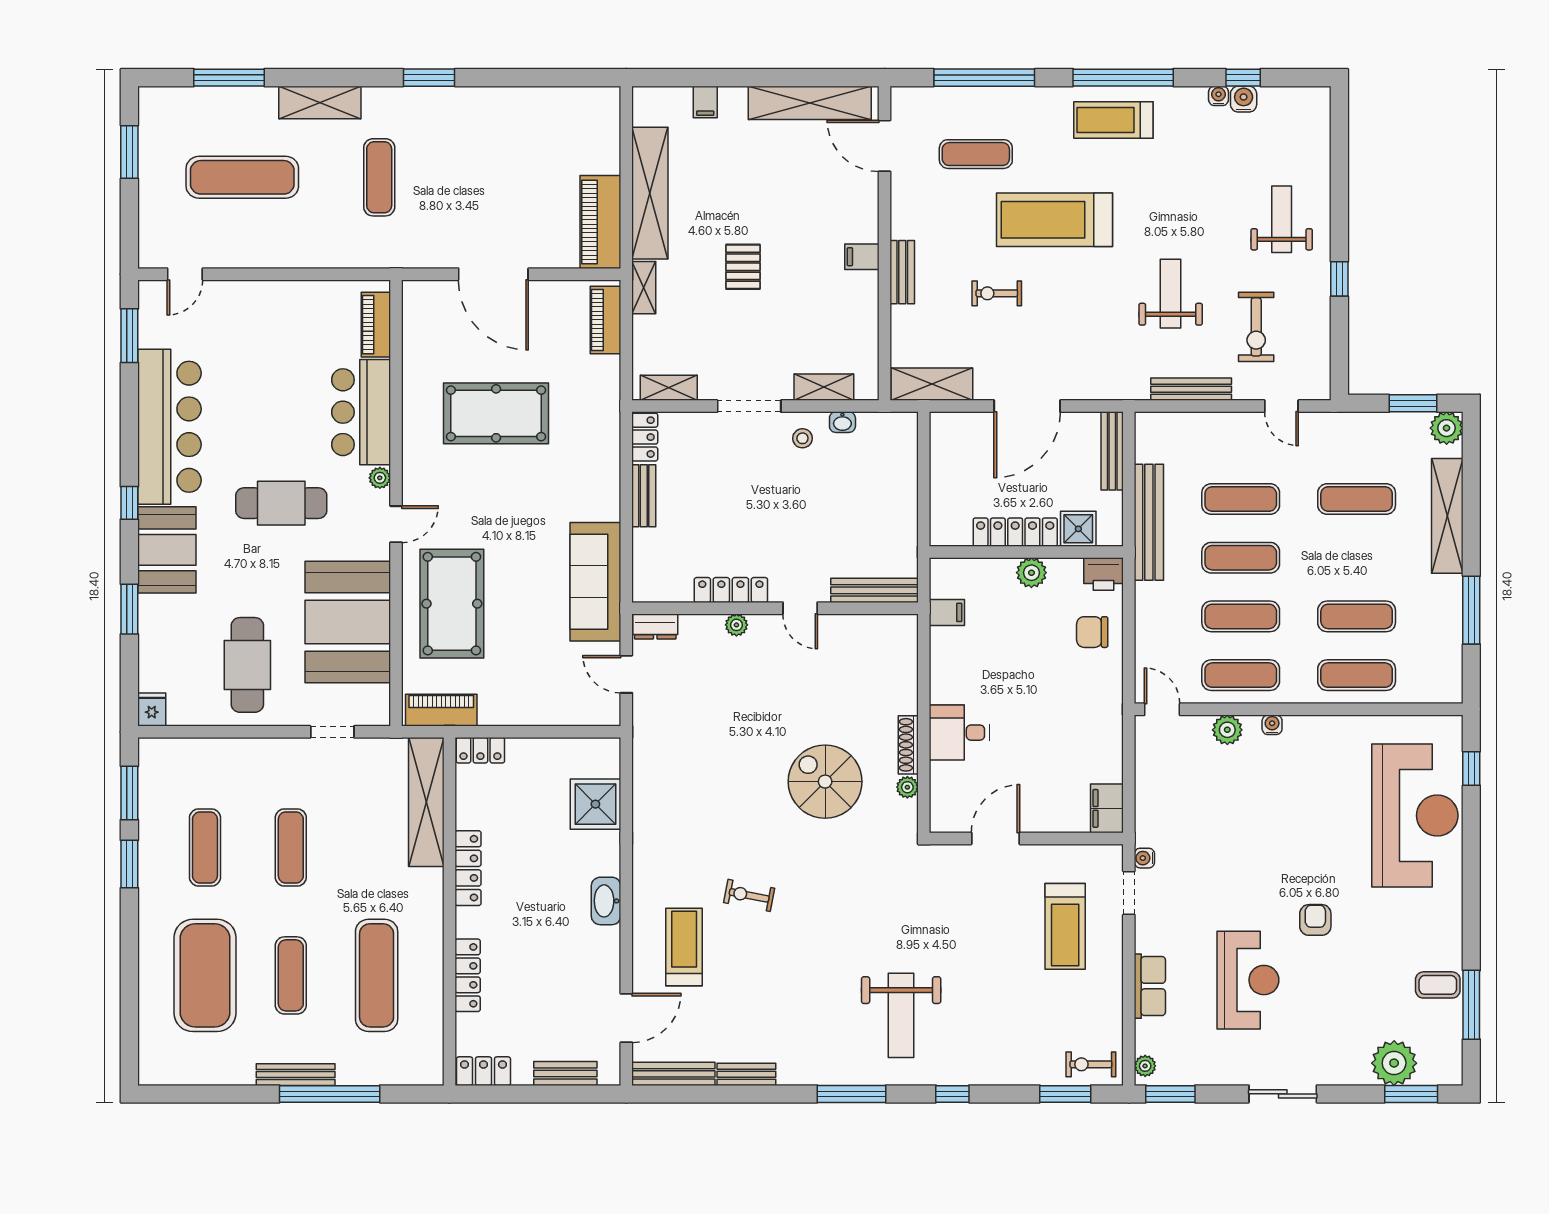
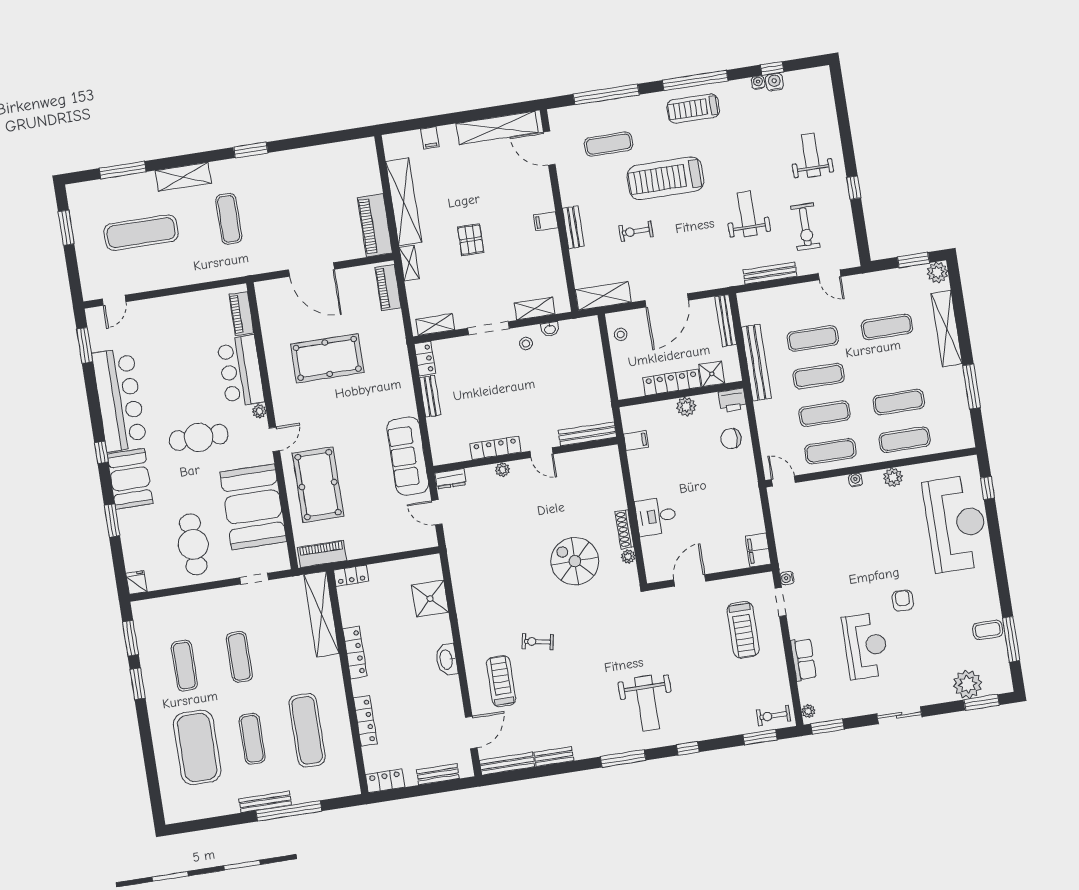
stool: (949, 447) -> (621, 334), added
plant: (1227, 730) -> (893, 477), moved

